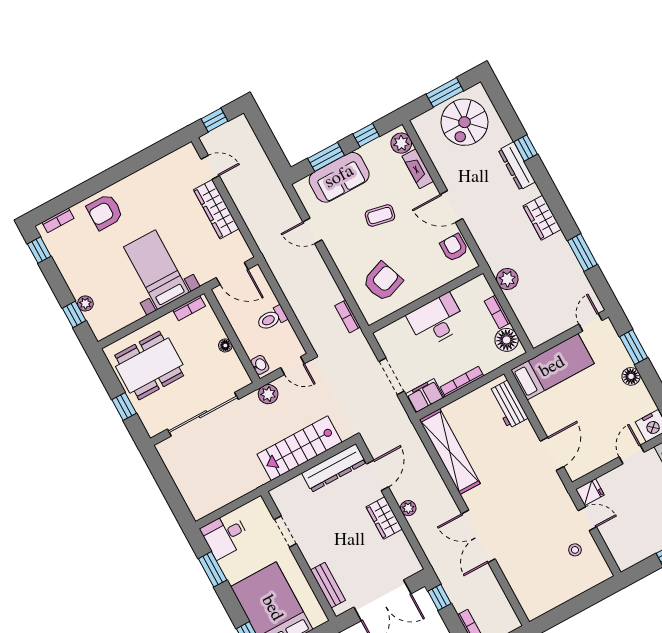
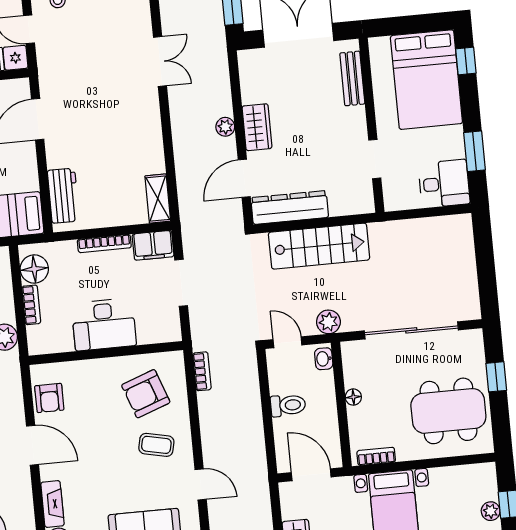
coffee table: (380, 216) -> (156, 445), moved
shelving: (450, 452) -> (158, 199), width x0.45, depth x0.75
double door: (478, 536) -> (160, 62), width x0.73

